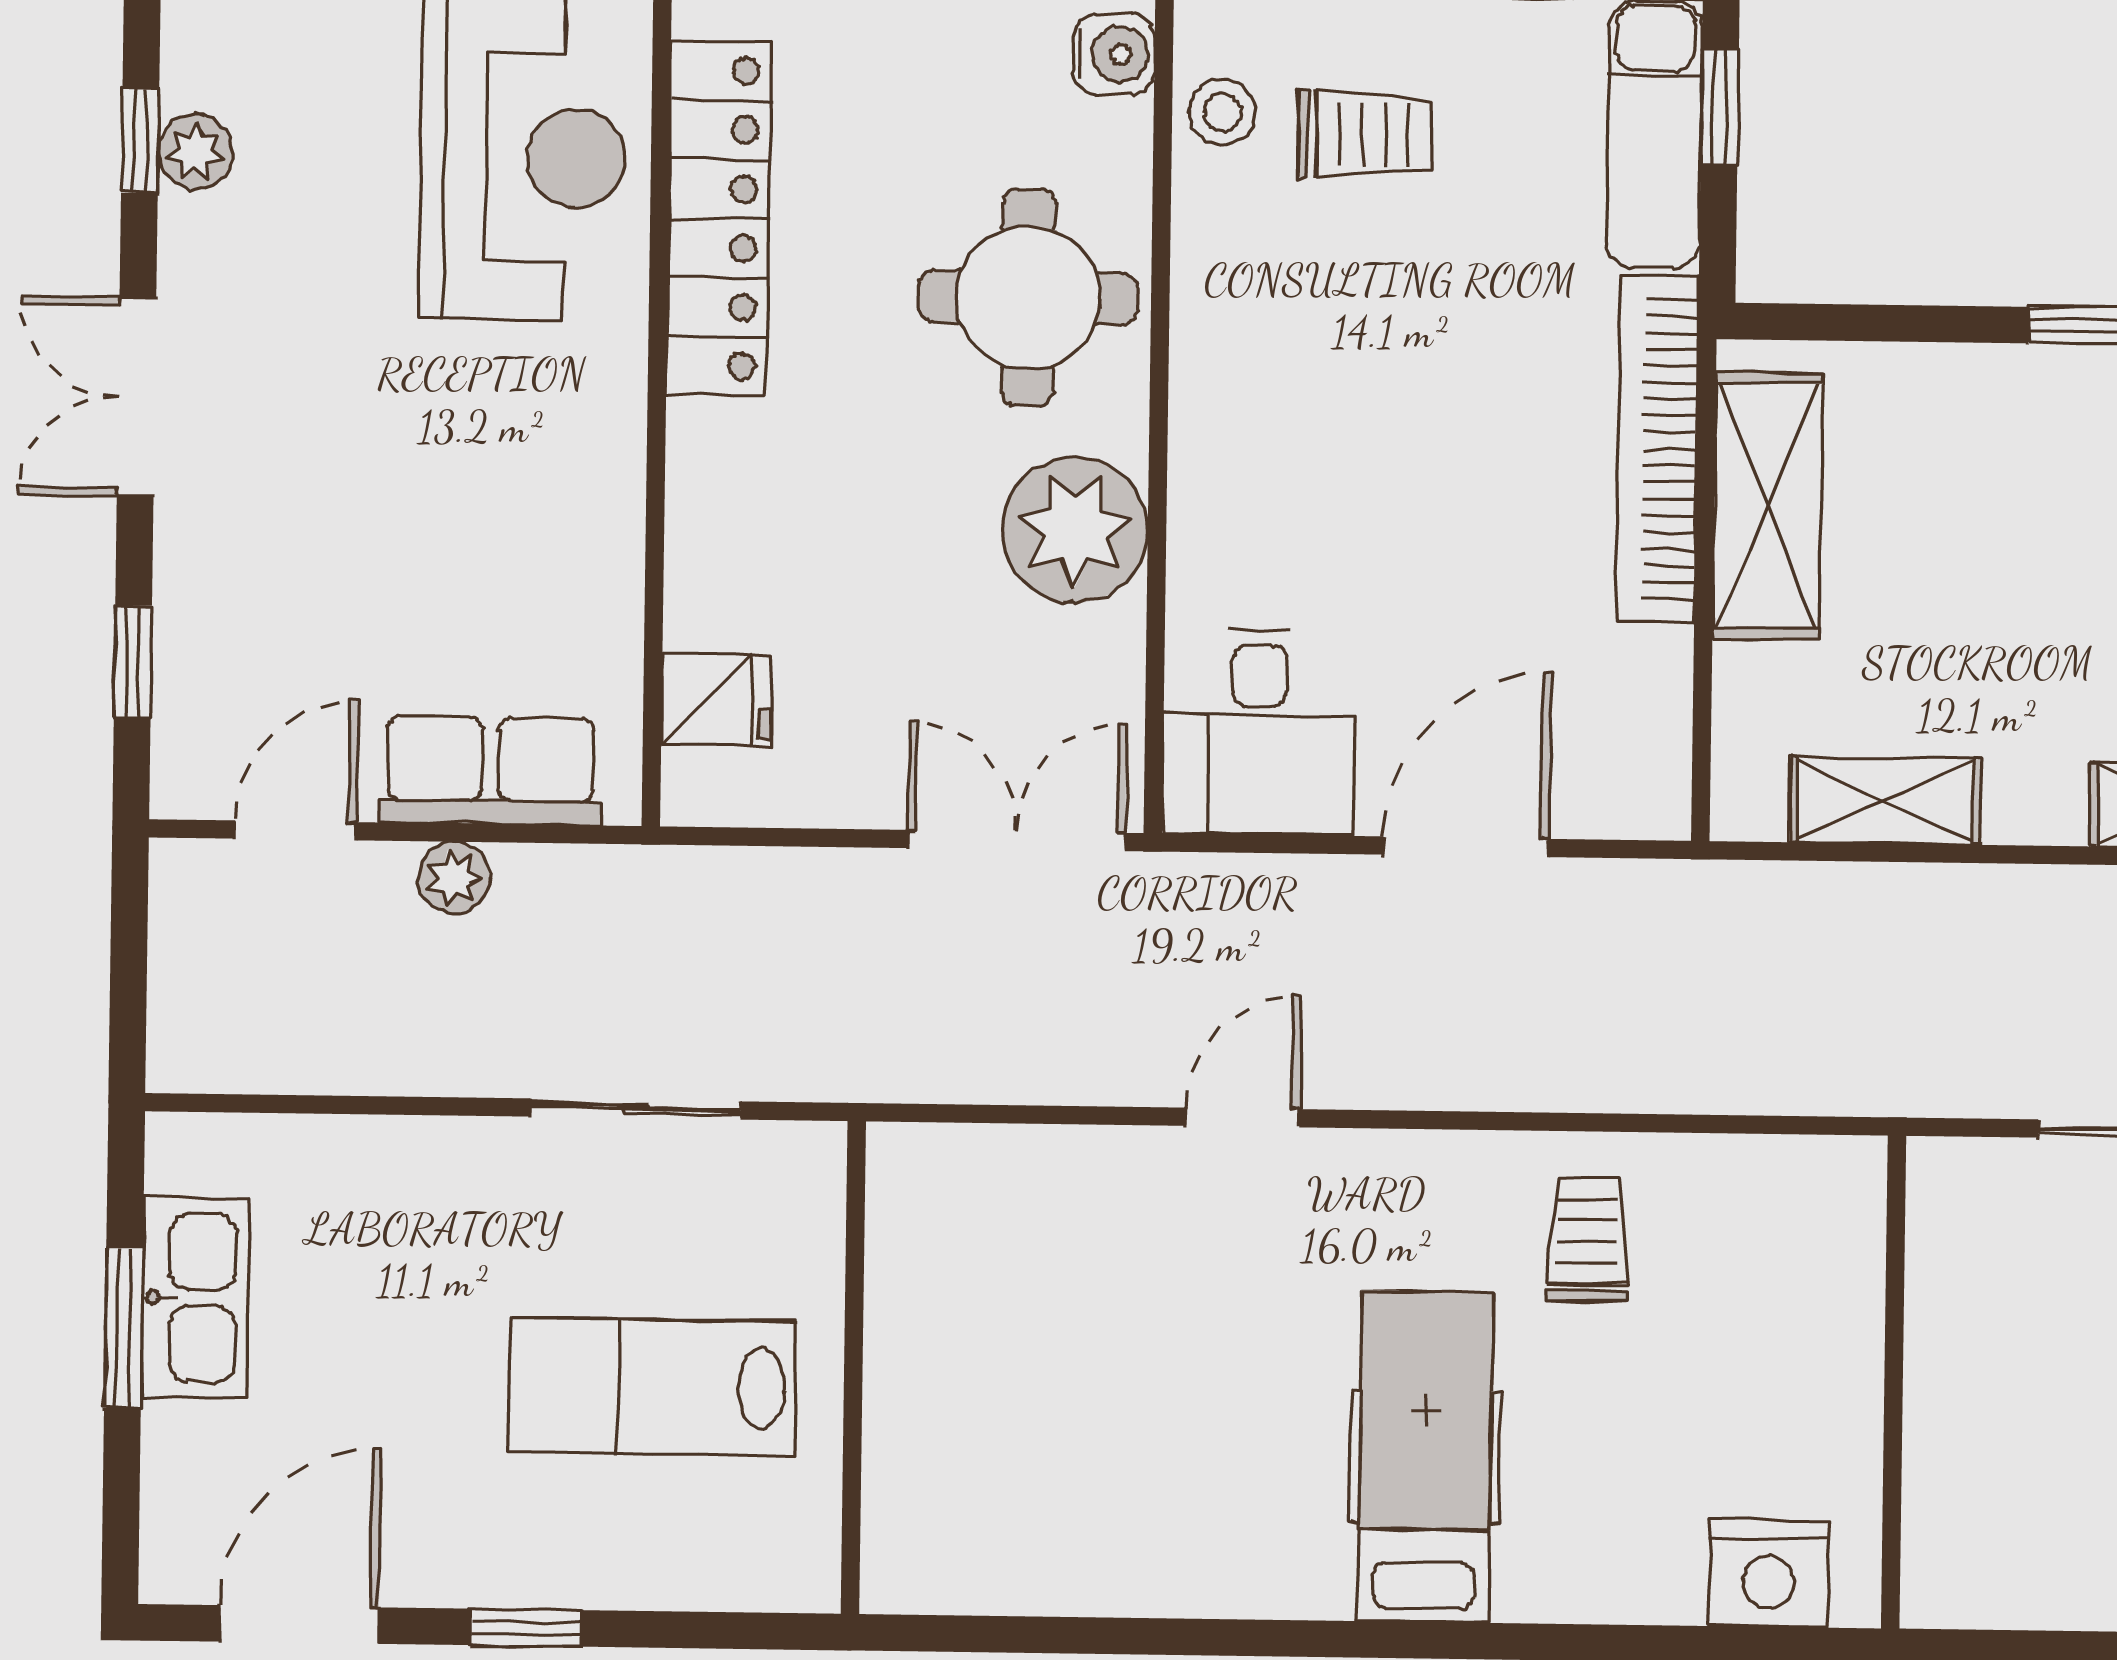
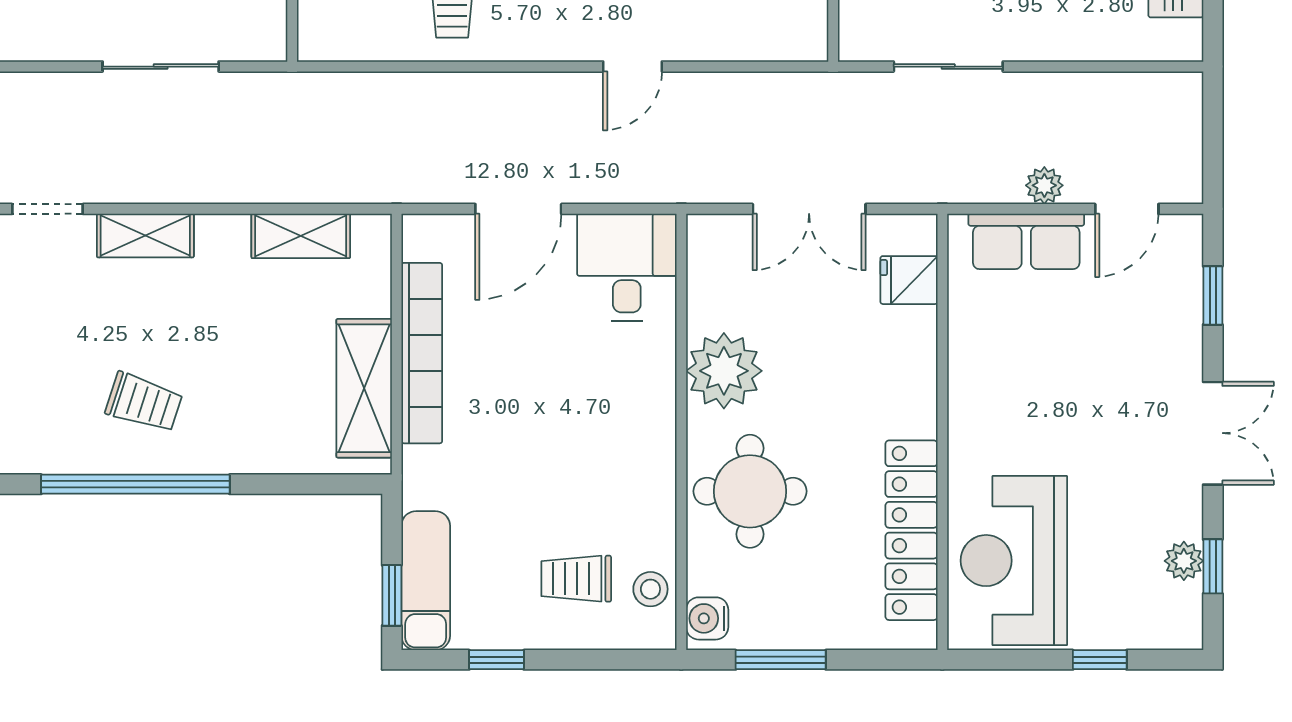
bookcase: (1657, 449) -> (422, 353), moved
double door: (1016, 840) -> (809, 209), moved

